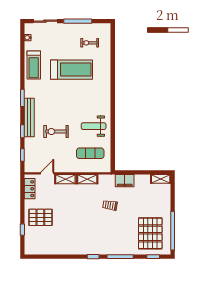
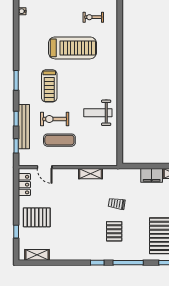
treadmill: (34, 65) -> (49, 86), moved
bench: (29, 117) -> (24, 127), moved
exercise mat: (90, 153) -> (59, 140), moved
door: (47, 173) -> (45, 167), swing flipped
shelving: (65, 179) -> (37, 255), moved
filing cabinet: (125, 181) -> (152, 175), moved
pallet: (108, 229) -> (114, 231), added

